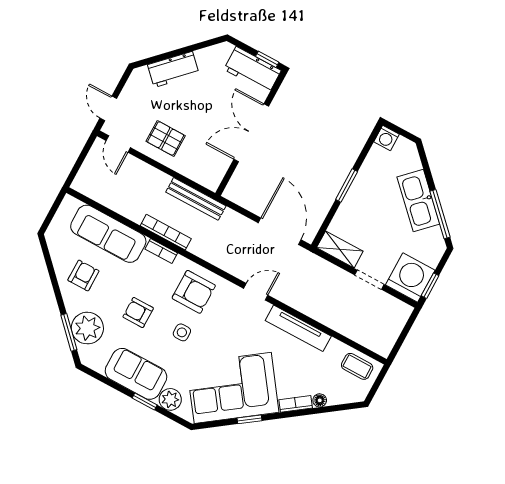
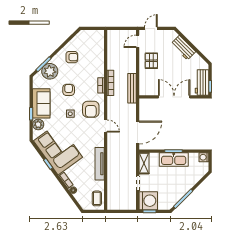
kitchen sink: (418, 200) -> (174, 159), moved, turned -135
sofa: (108, 234) -> (96, 58), removed
door: (256, 292) -> (106, 126), moved

